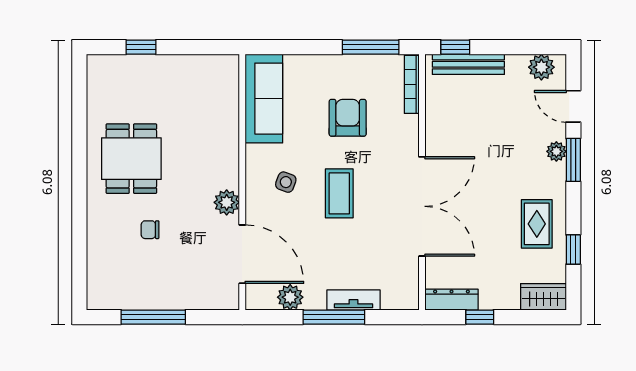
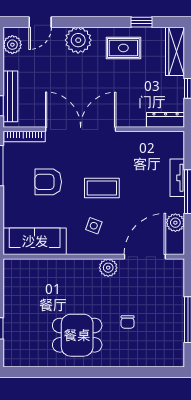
plant: (556, 151) -> (78, 40), width x1.88, depth x1.88
window: (573, 160) -> (78, 22), removed
double door: (422, 206) -> (81, 129), moved
wardrobe: (543, 297) -> (175, 51), width x1.50
dresser: (451, 300) -> (166, 120), moved, turned 90

